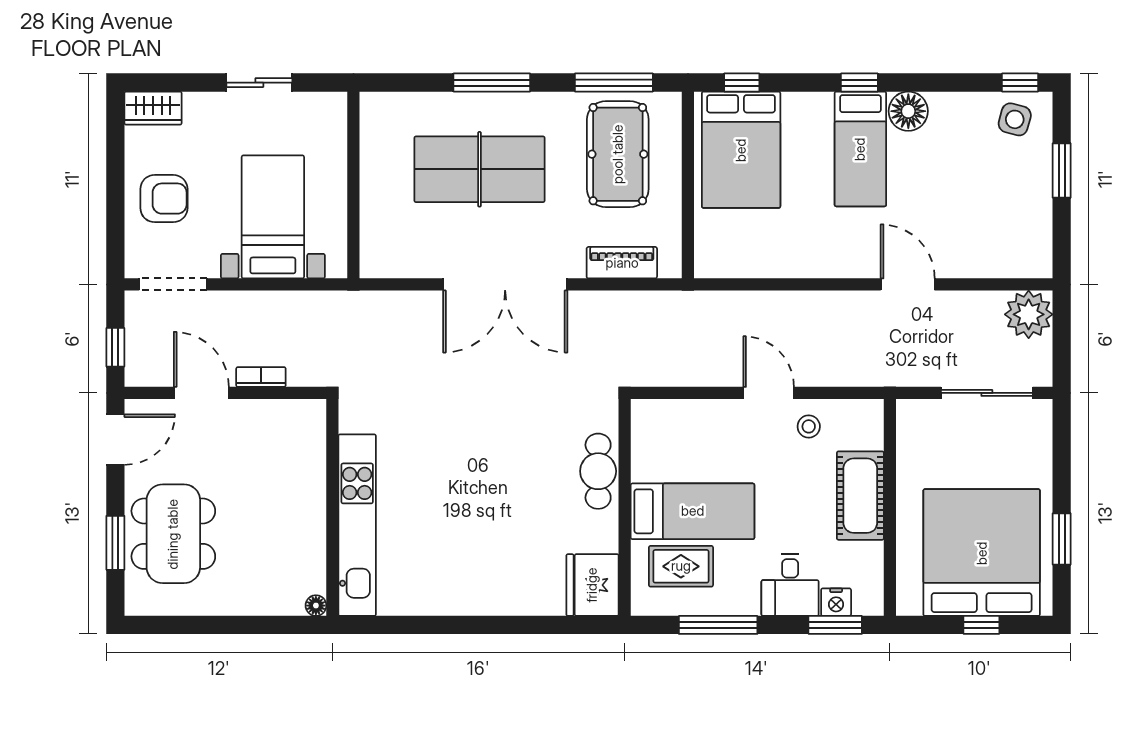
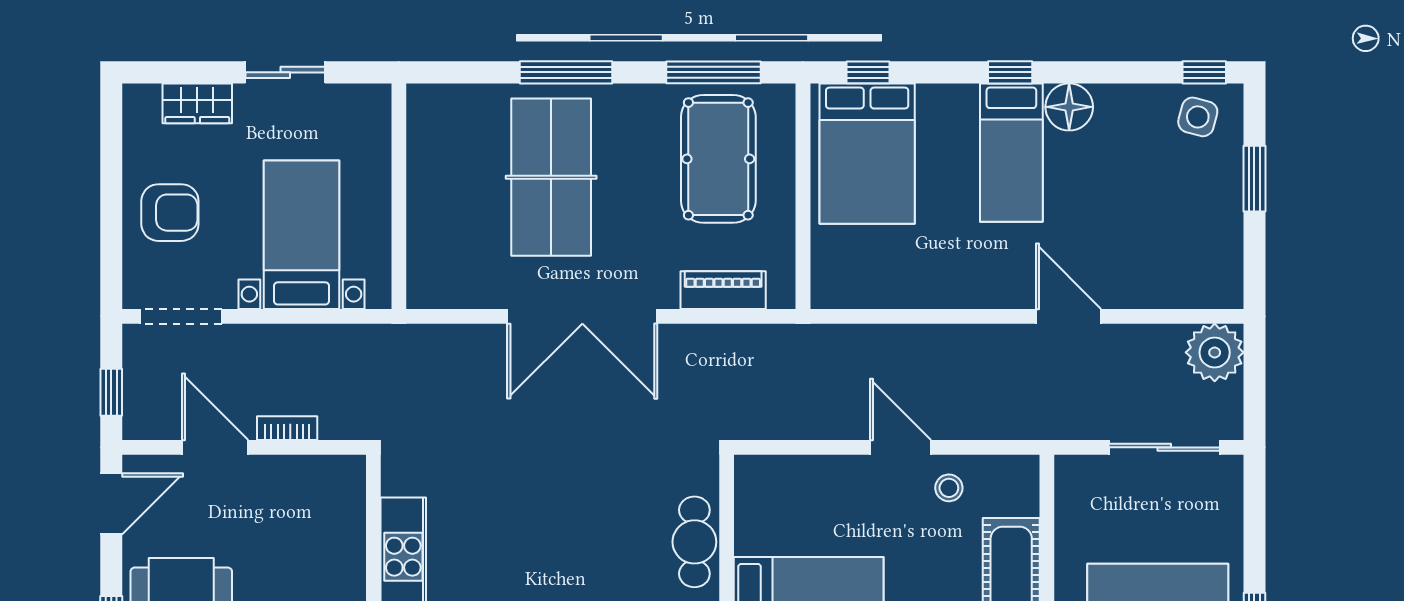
wardrobe: (153, 108) -> (197, 103), moved
table tennis table: (479, 169) -> (551, 177), turned 90

